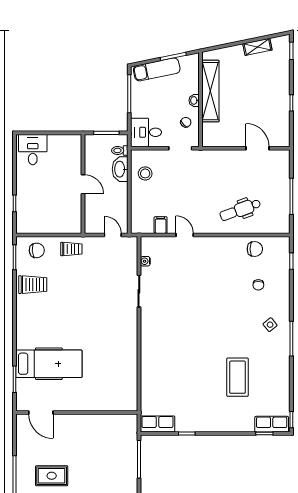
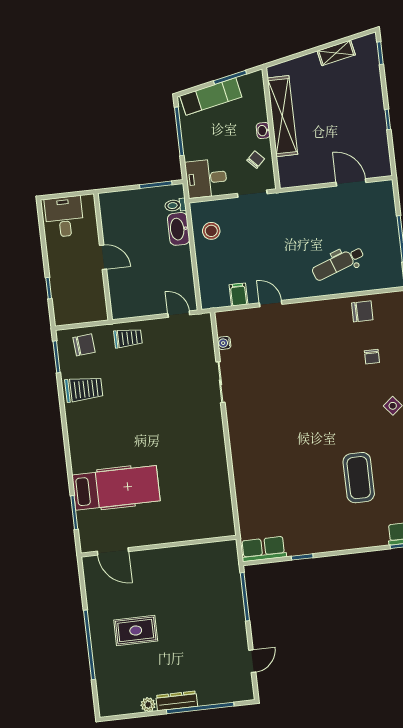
door: (83, 184) -> (103, 257), moved
wall: (83, 184) -> (103, 257), moved

